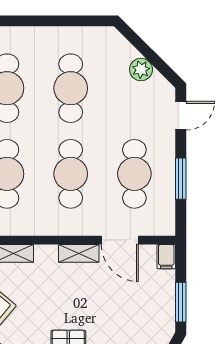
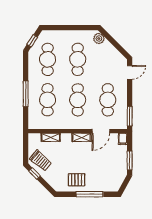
plant: (141, 69) -> (99, 39), moved
window: (181, 179) -> (130, 116), moved
door: (120, 240) -> (101, 131), hinge flipped

